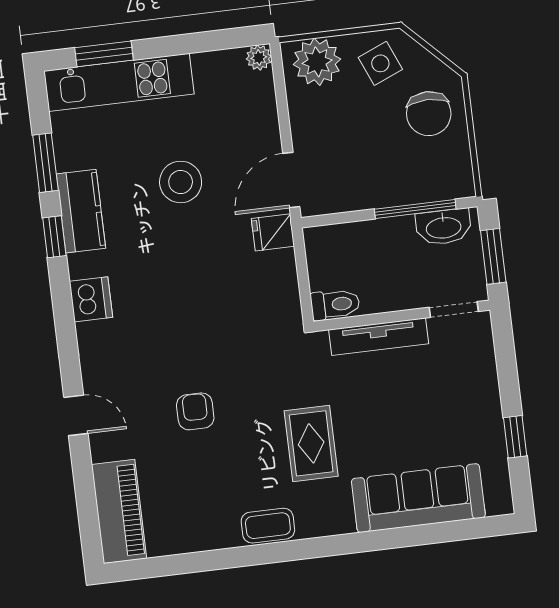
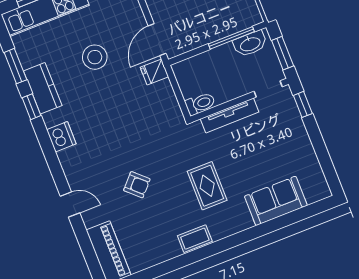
armchair: (195, 411) -> (137, 185), turned 133
window: (515, 437) -> (303, 104), moved
sofa: (418, 498) -> (276, 201), width x0.73

